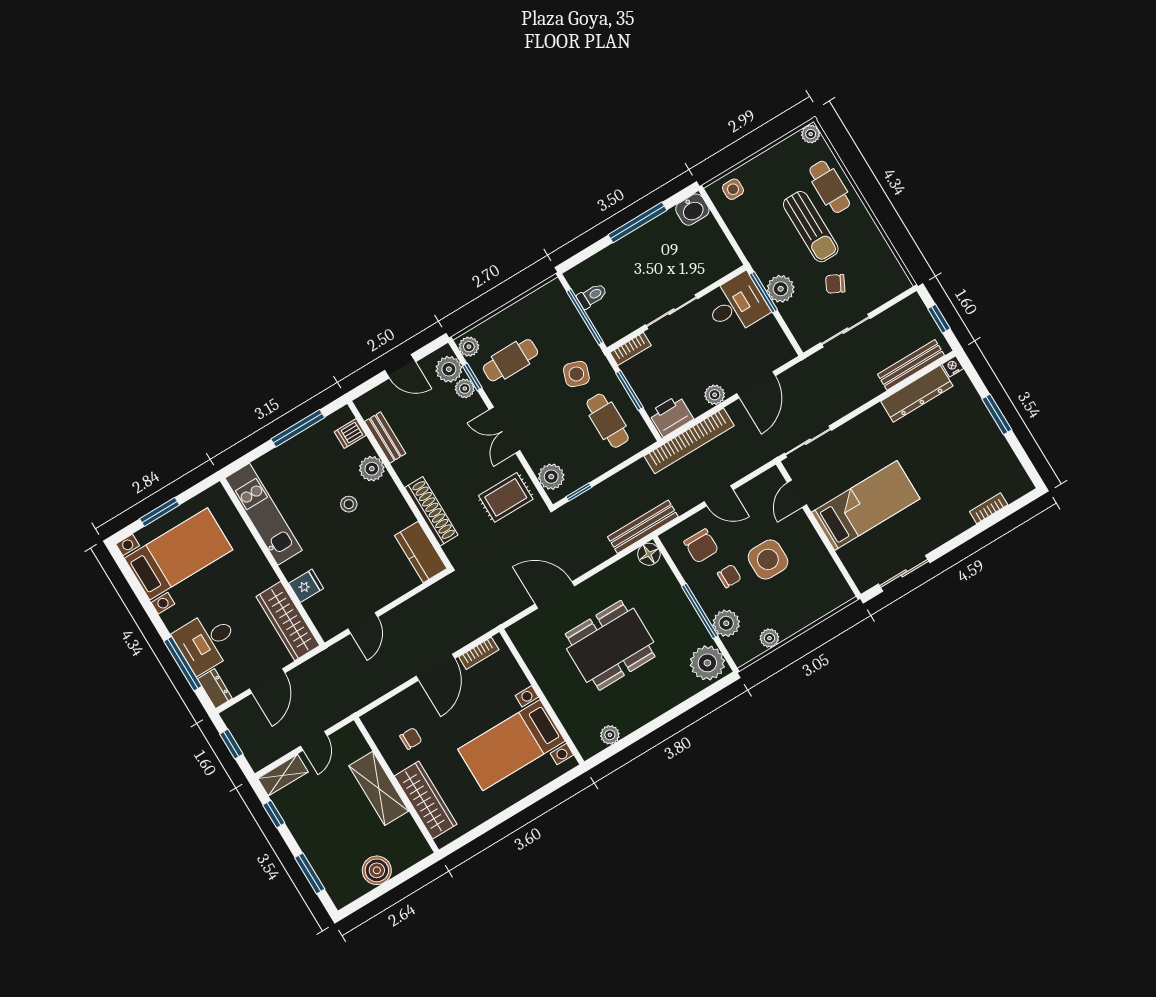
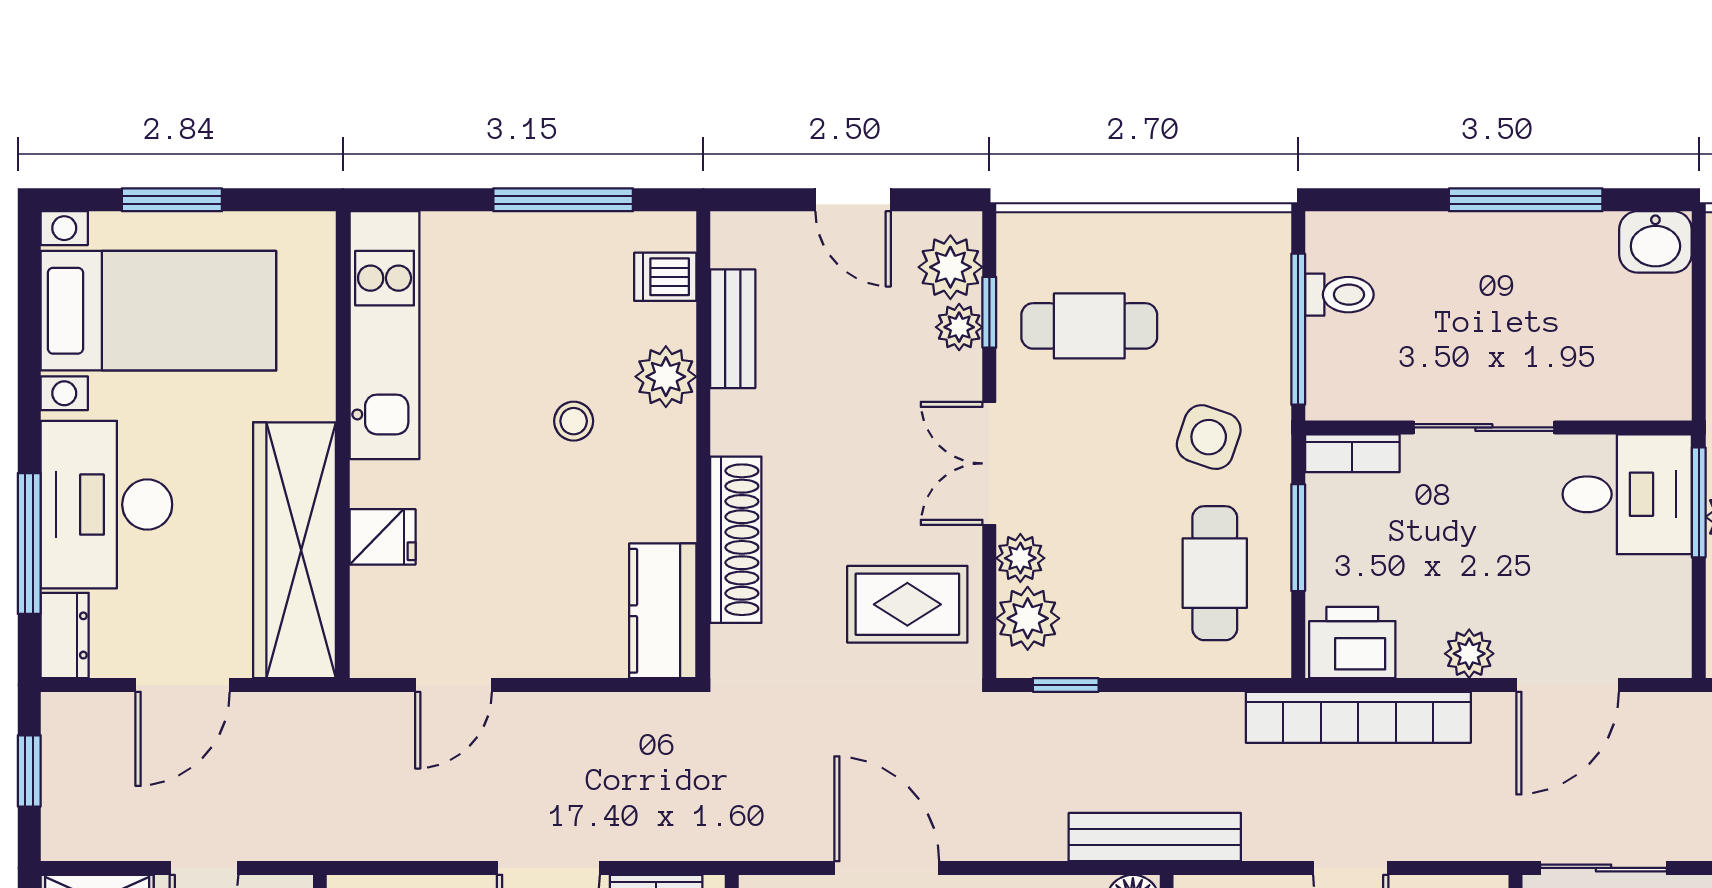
plant: (469, 347) -> (1020, 558), moved
wardrobe: (288, 621) -> (294, 550), width x1.40, depth x1.17
desk: (207, 641) -> (106, 505), width x1.37

